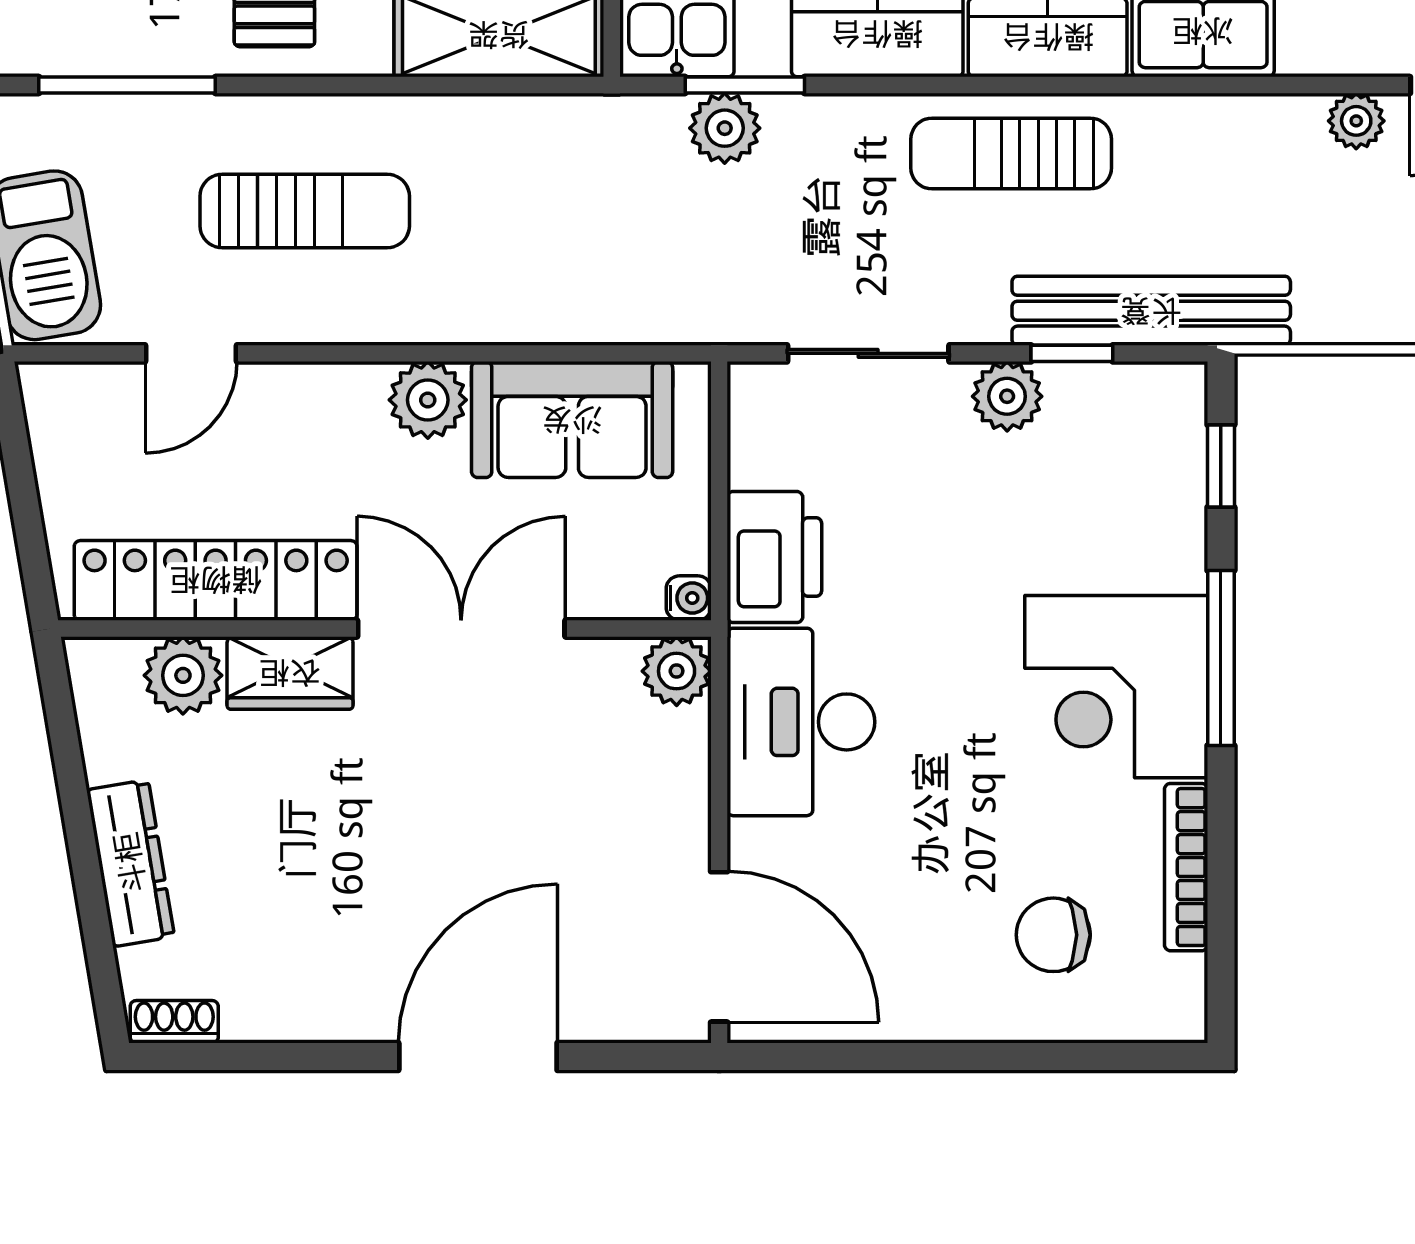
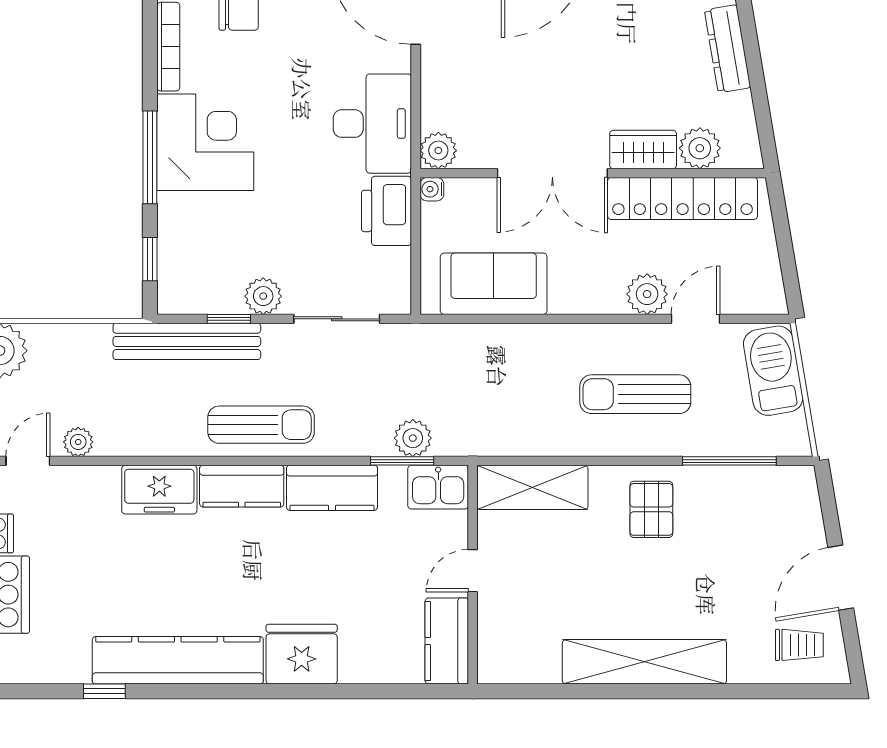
plant: (428, 400) -> (647, 294), moved

